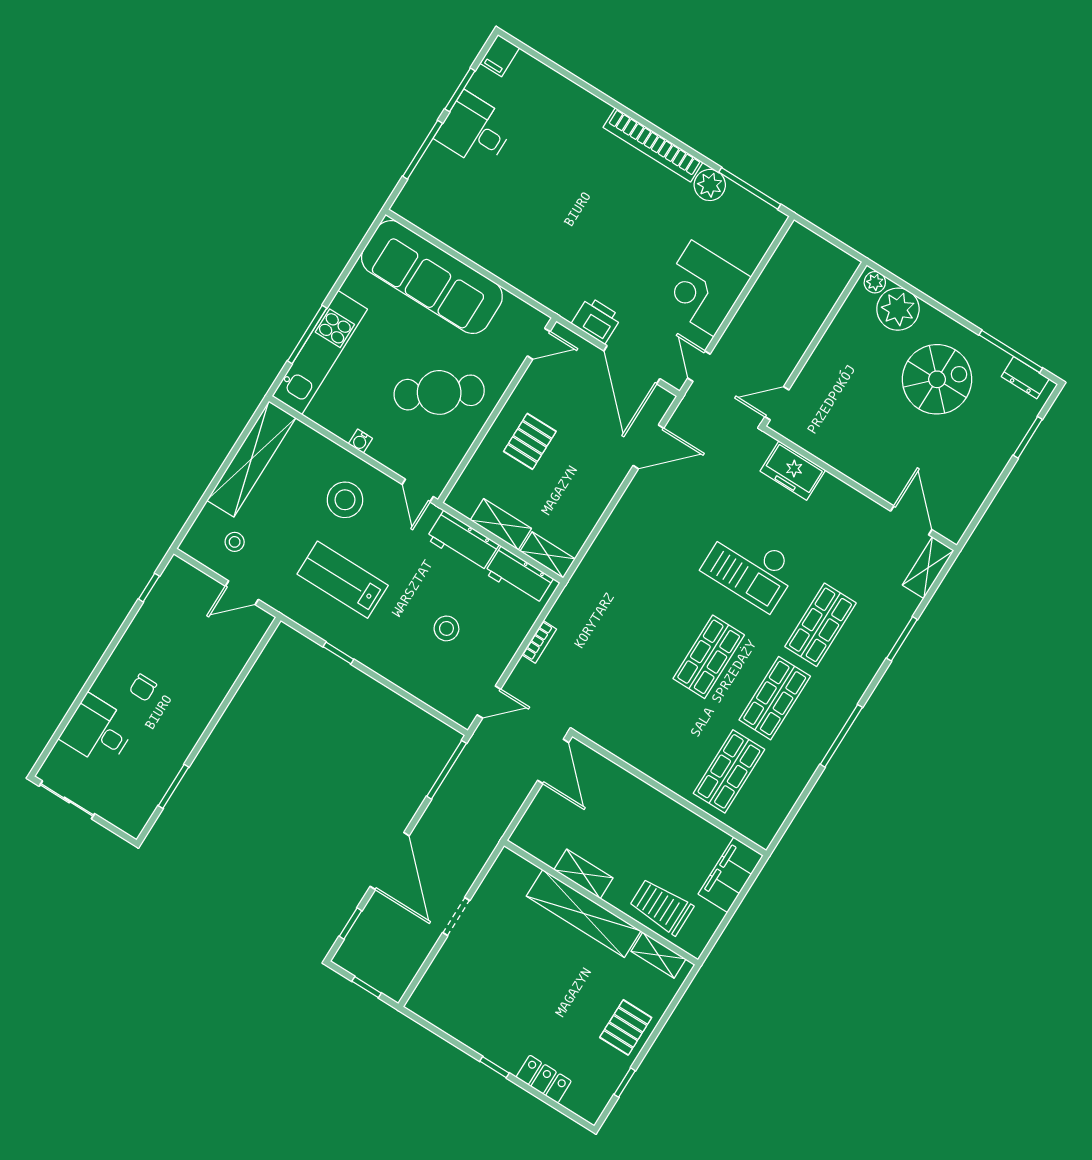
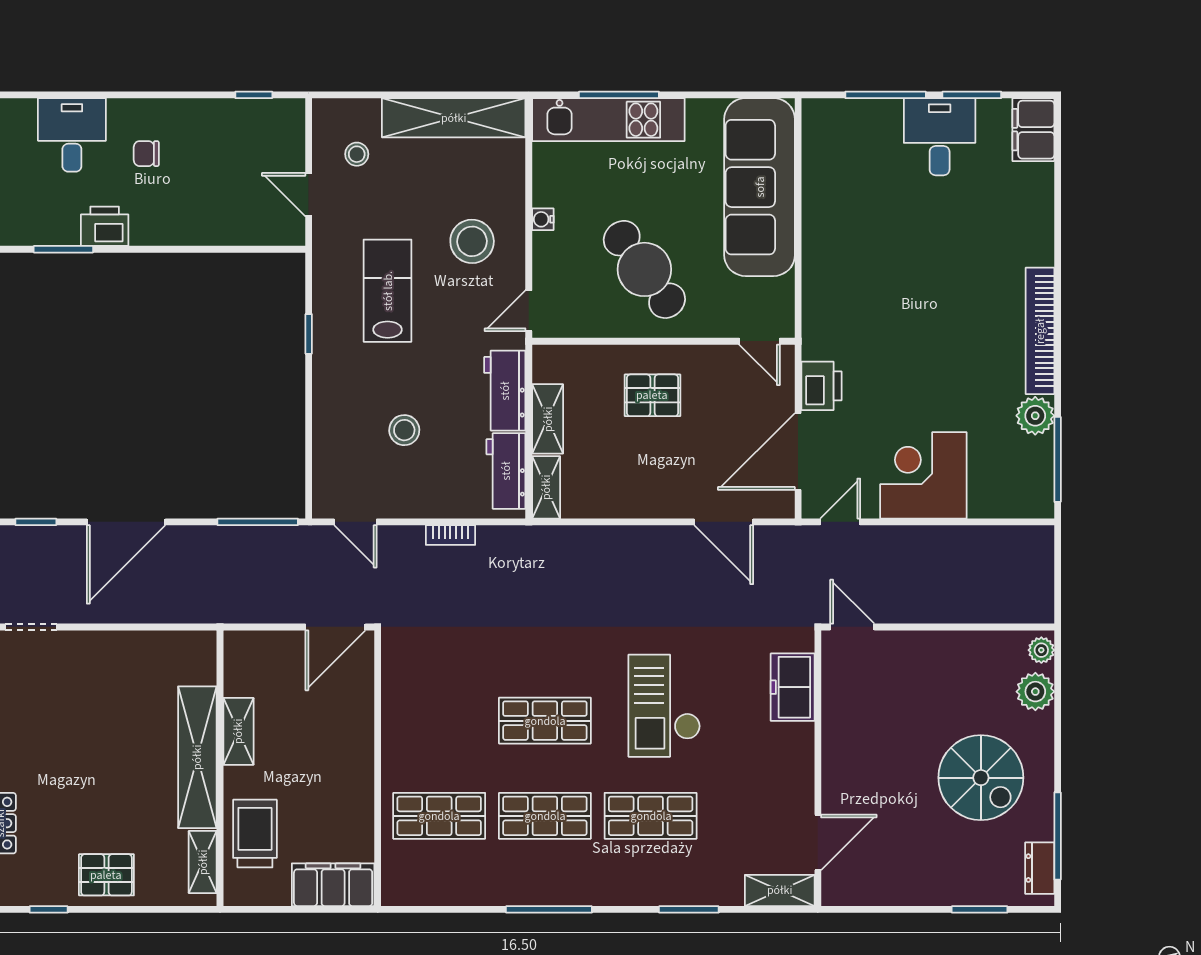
filing cabinet: (500, 56) -> (1033, 130), width x2.00
plant: (898, 309) -> (1035, 692), width x0.73, depth x0.73
printer: (175, 748) -> (105, 226), added
doorway: (456, 917) -> (31, 627), moved

